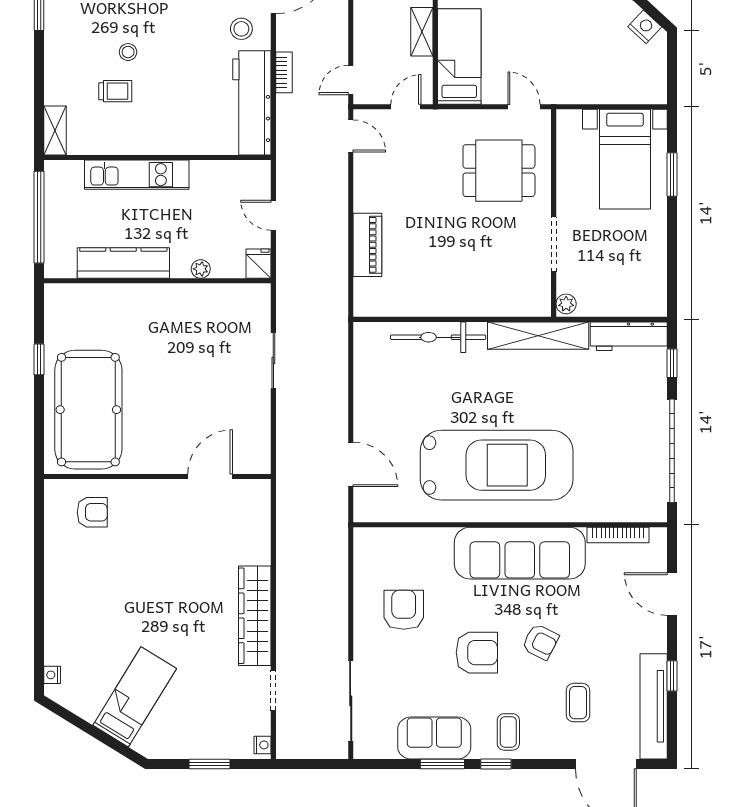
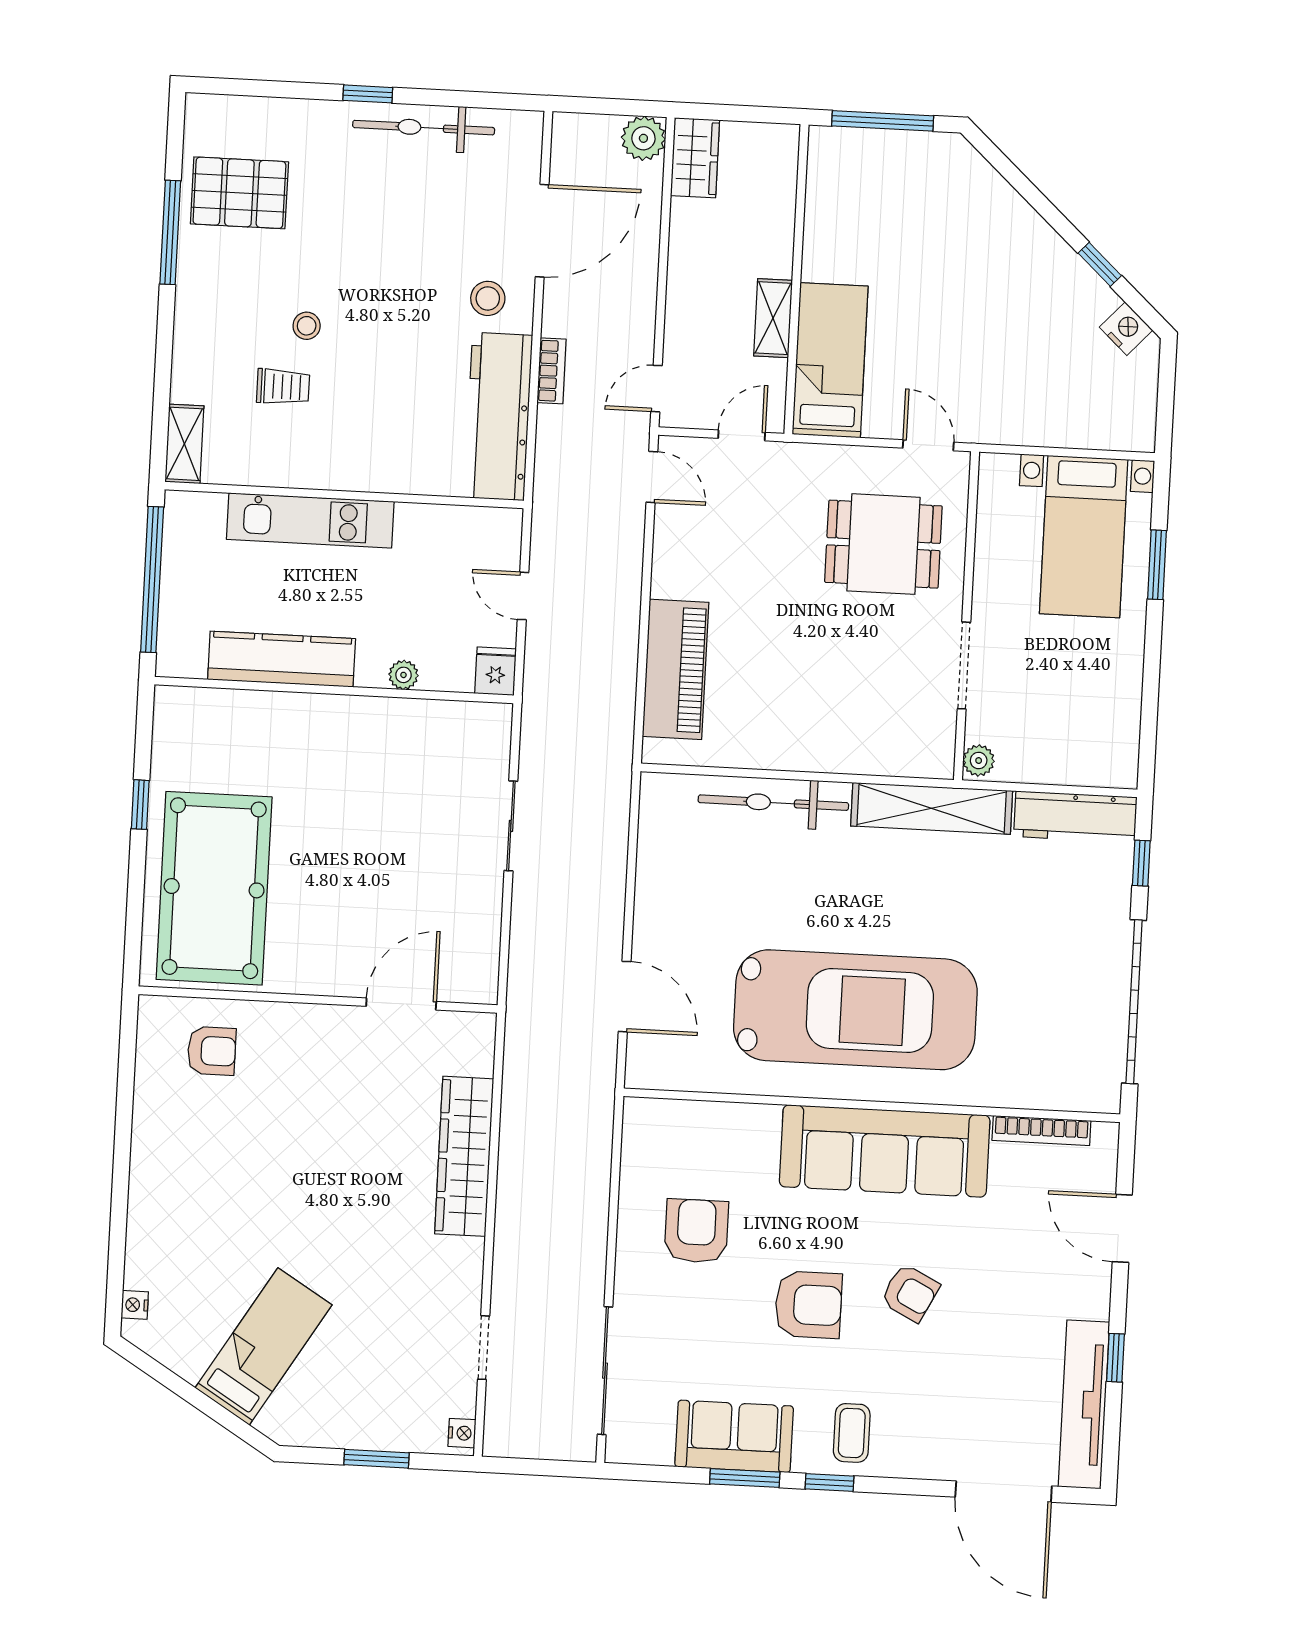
piano: (367, 245) -> (676, 669), width x1.37, depth x1.33
wardrobe: (255, 616) -> (464, 1156), moved
coffee table: (578, 703) -> (964, 1392), removed

